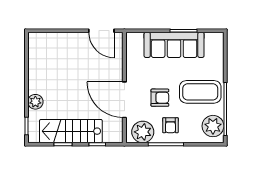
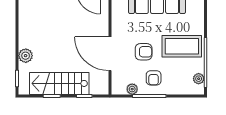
plant: (213, 126) -> (199, 79), width x0.53, depth x0.53
plant: (143, 132) -> (132, 89), width x0.53, depth x0.53

